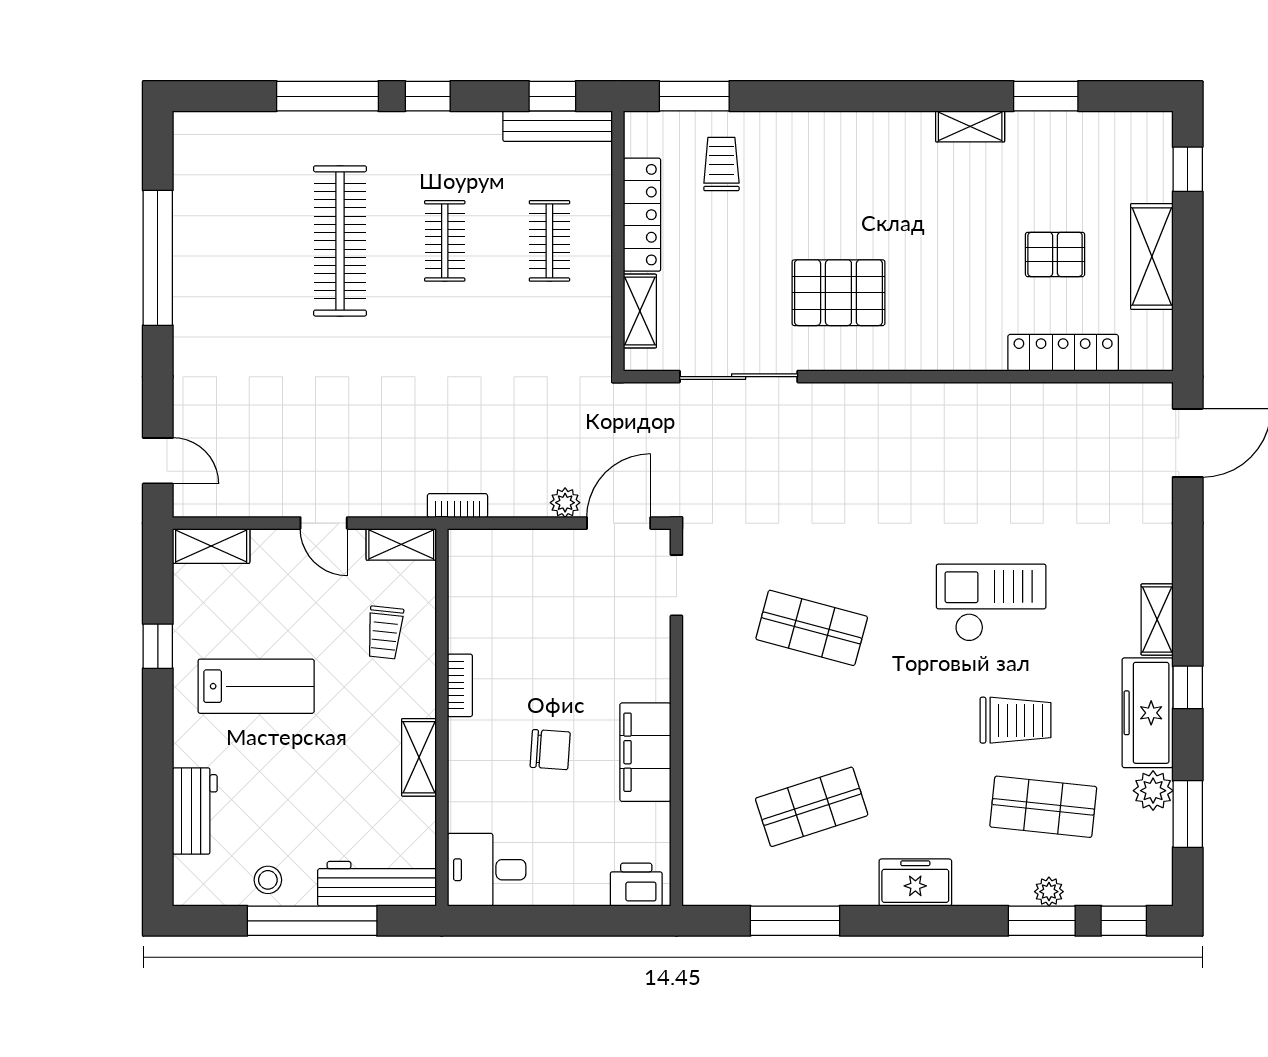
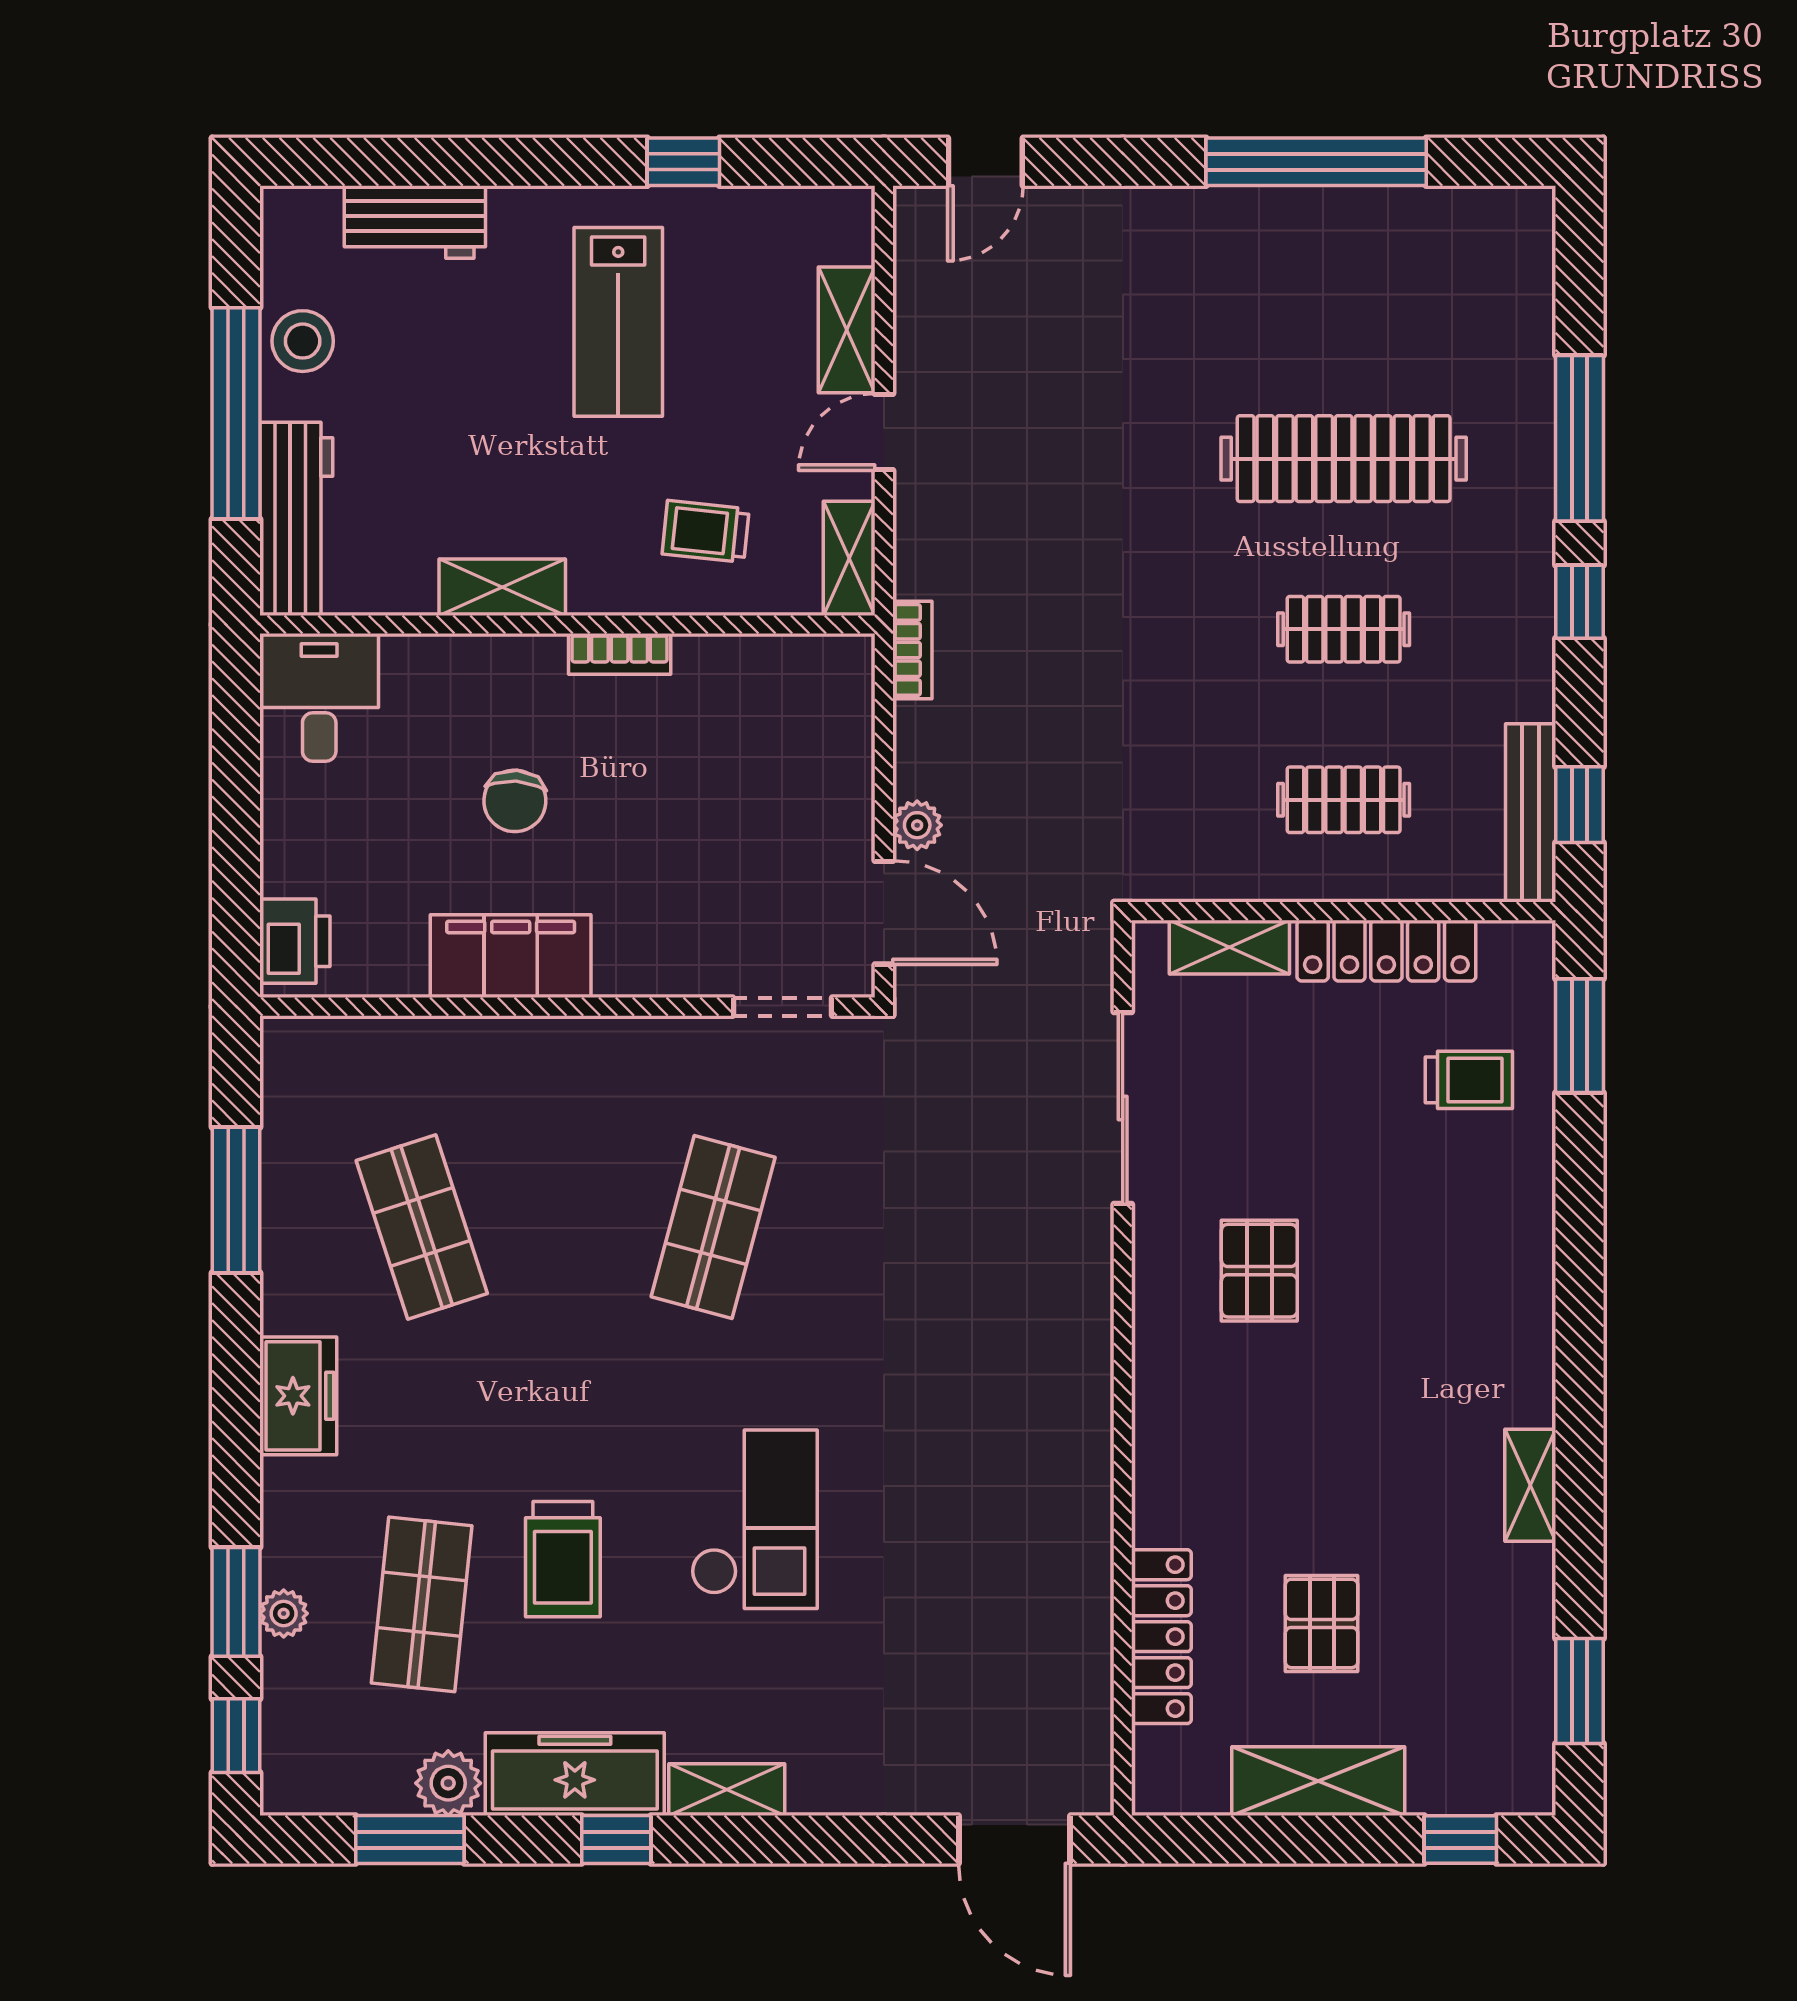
window: (1046, 96) -> (1579, 1691), moved
pallet: (838, 293) -> (1259, 1271), width x0.67, depth x0.71
shelving: (211, 546) -> (847, 330), moved
stool: (268, 880) -> (303, 341), width x1.37, depth x1.37

